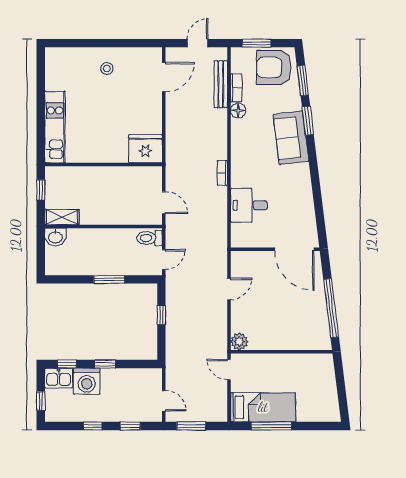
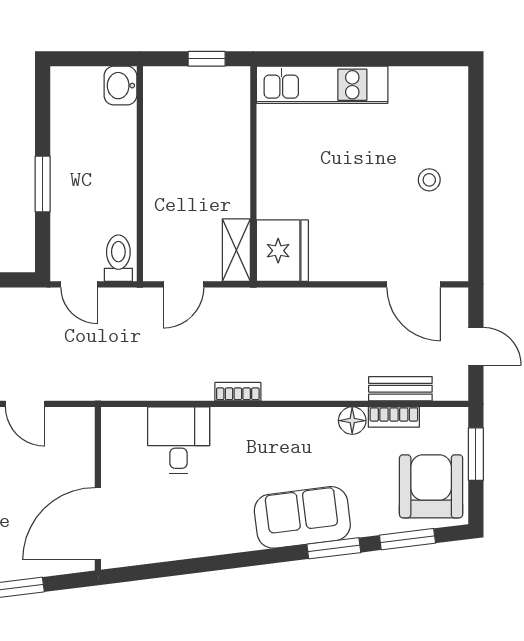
bench: (221, 84) -> (400, 389), width x0.73
shelving: (62, 217) -> (236, 250), moved

